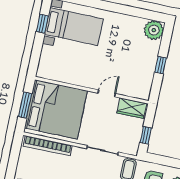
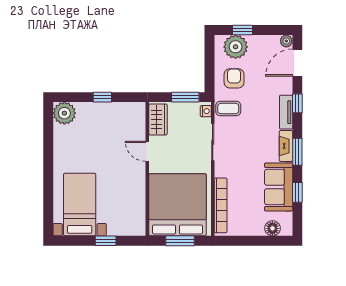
window: (42, 24) -> (106, 241), moved
window: (146, 135) -> (185, 97), width x1.50
nightstand: (130, 150) -> (206, 111), added

